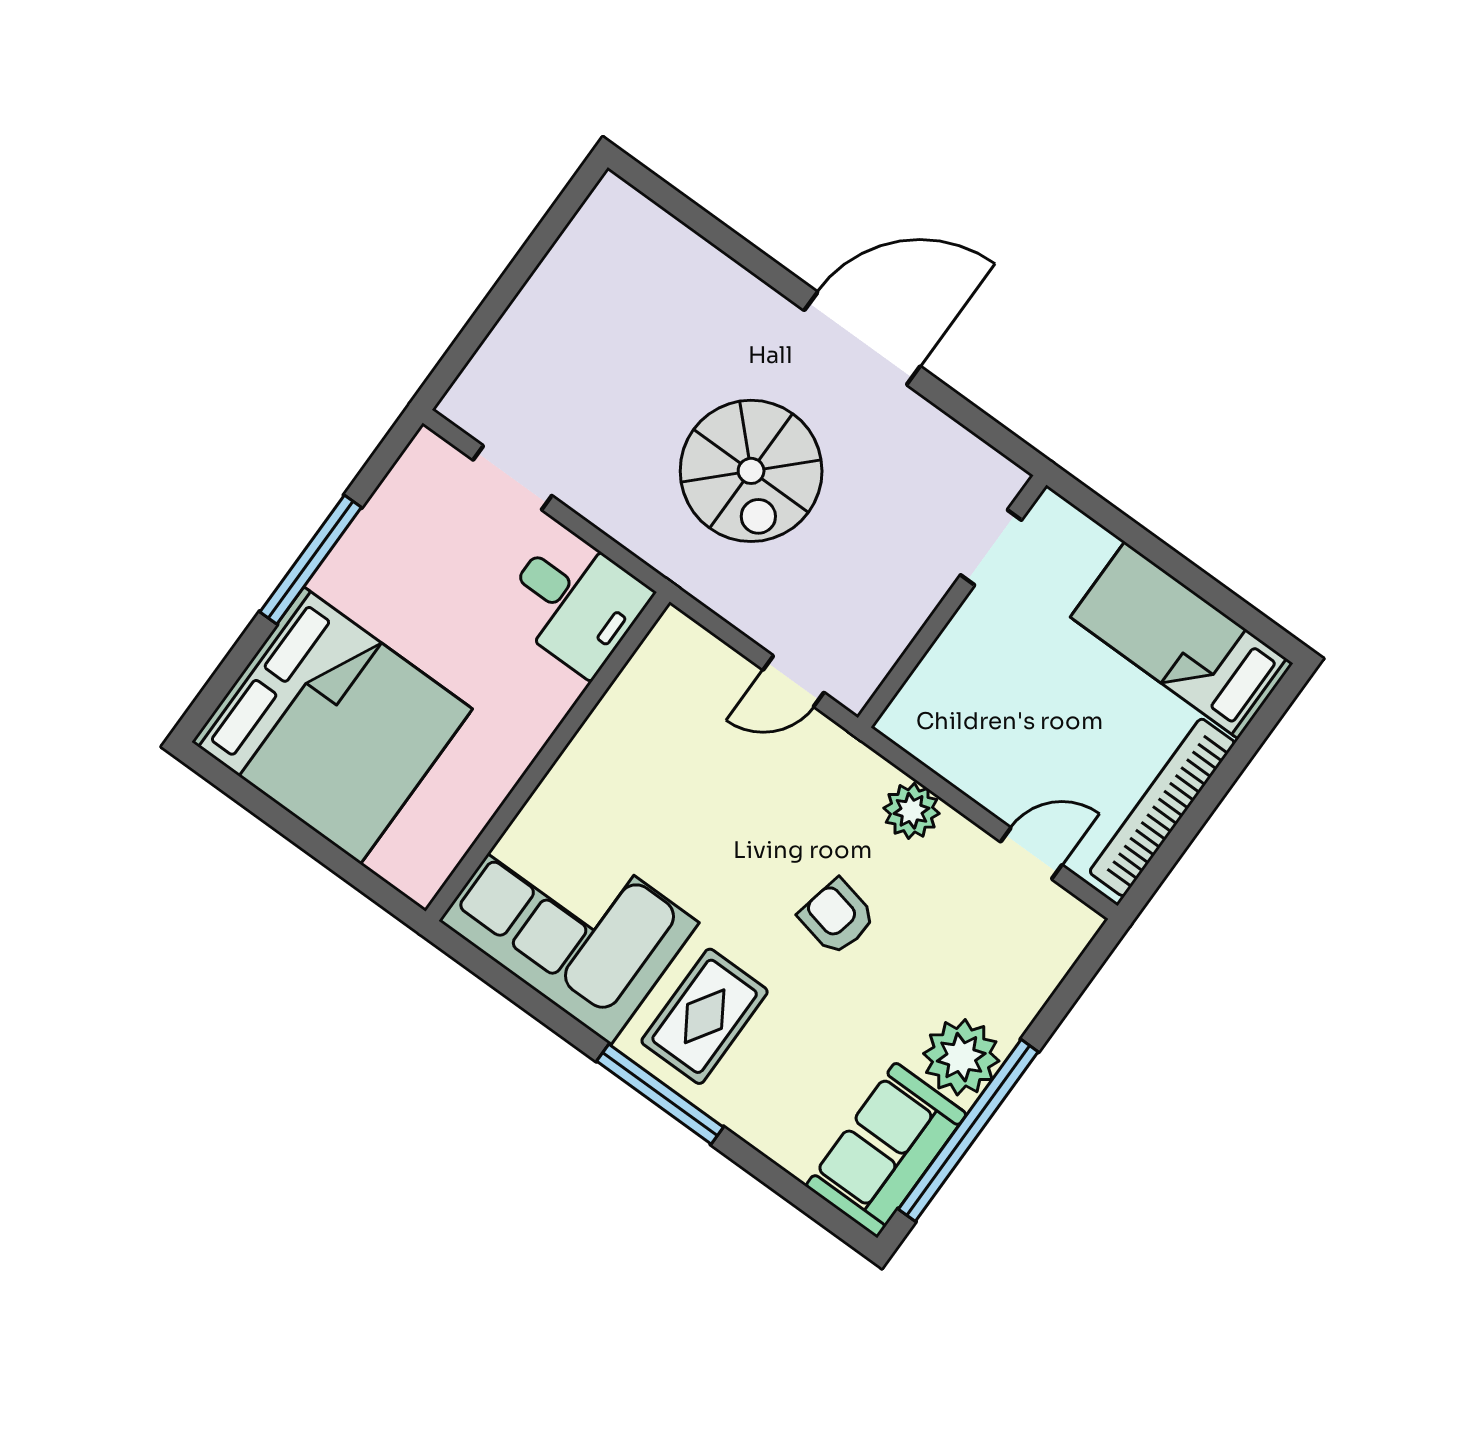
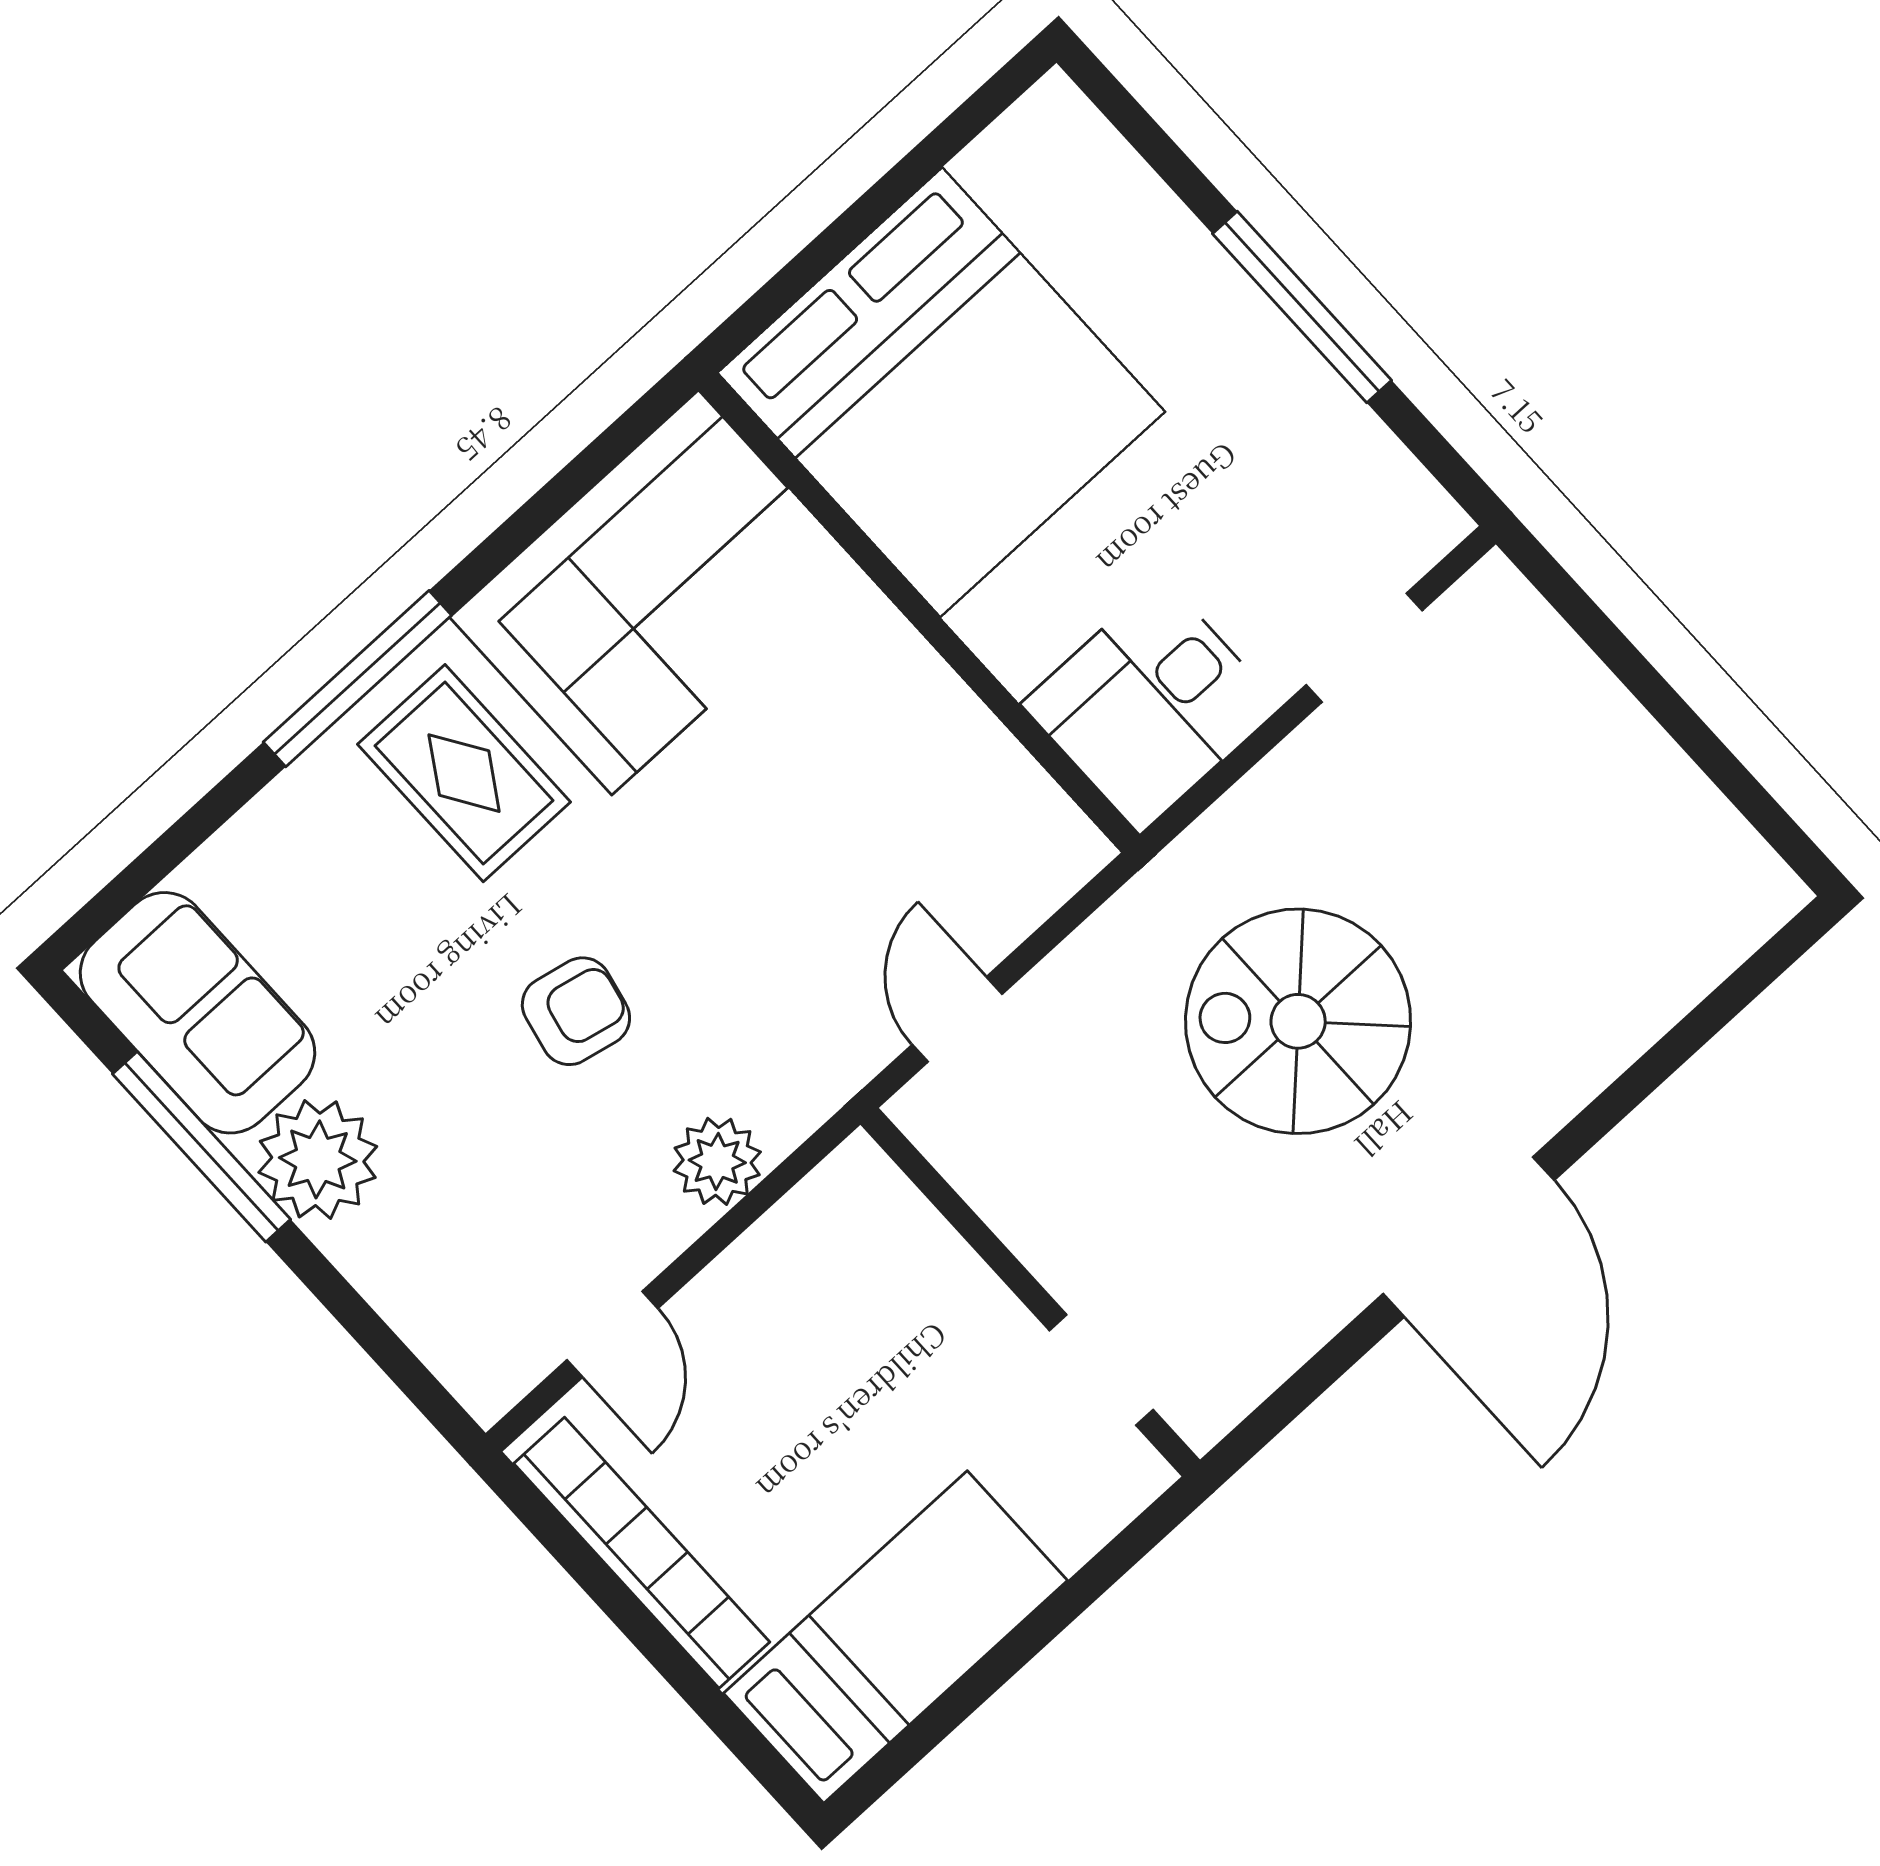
bed: (332, 725) -> (941, 392), moved, turned -90
window: (968, 1130) -> (201, 1147), width x0.68

